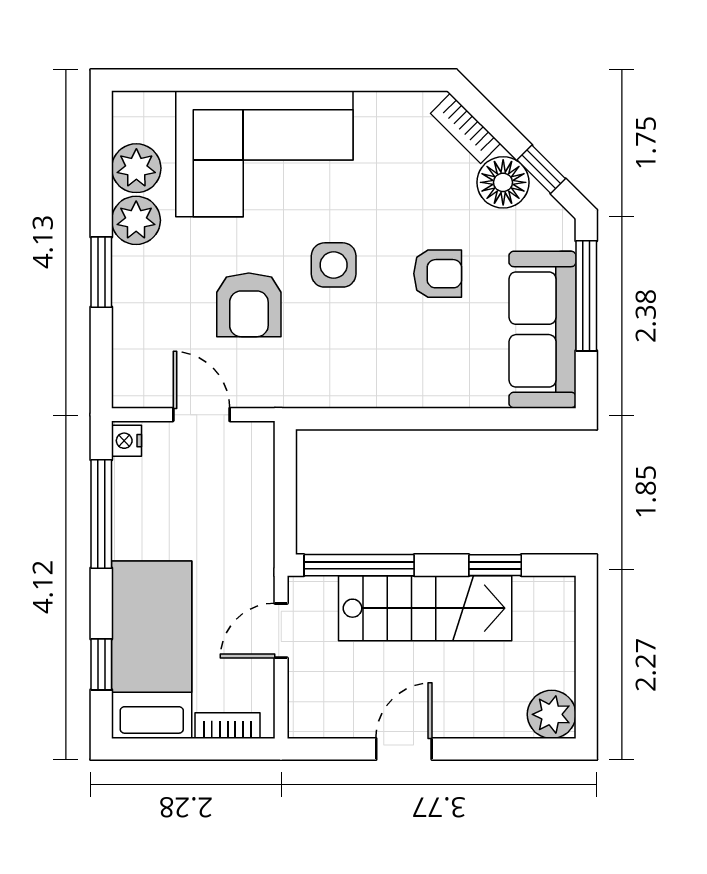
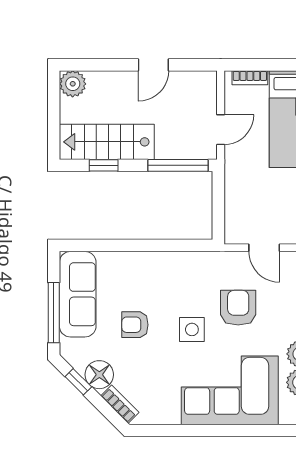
stairs: (425, 608) -> (107, 142), moved

